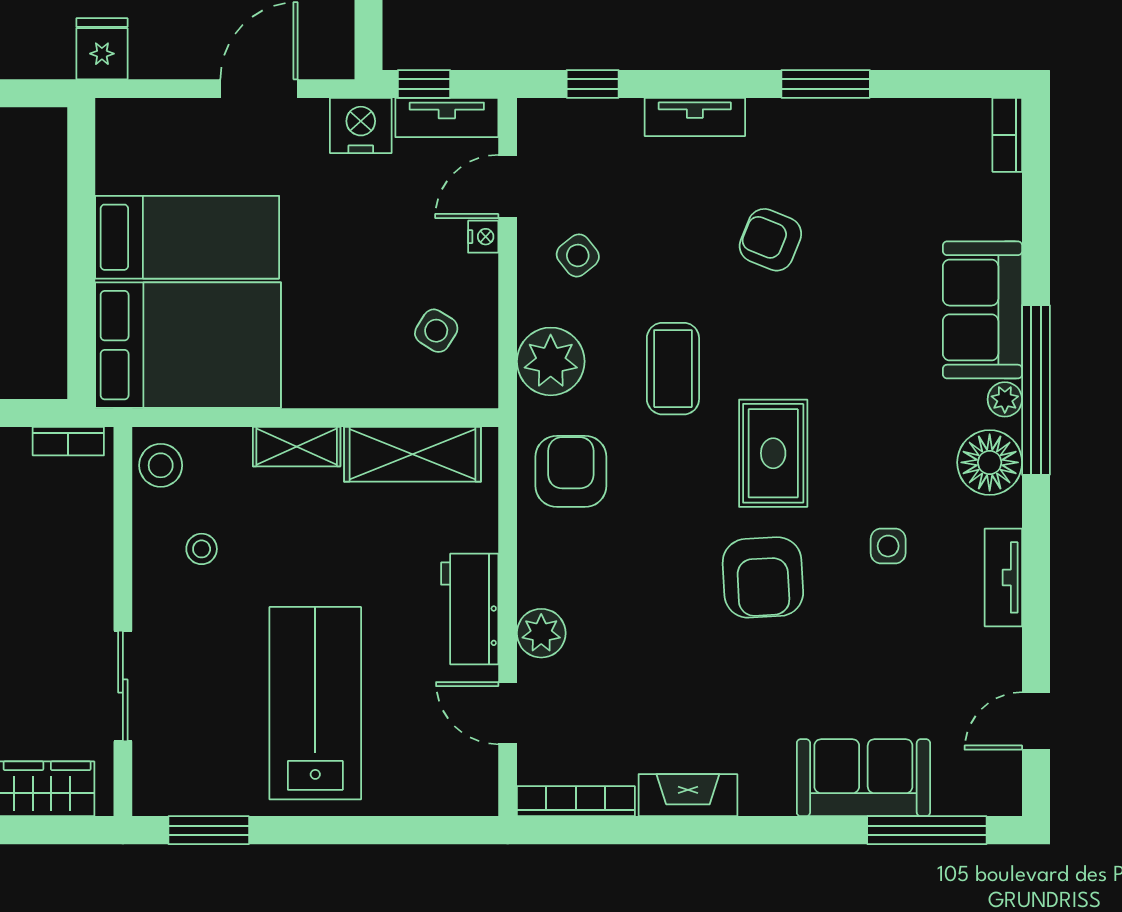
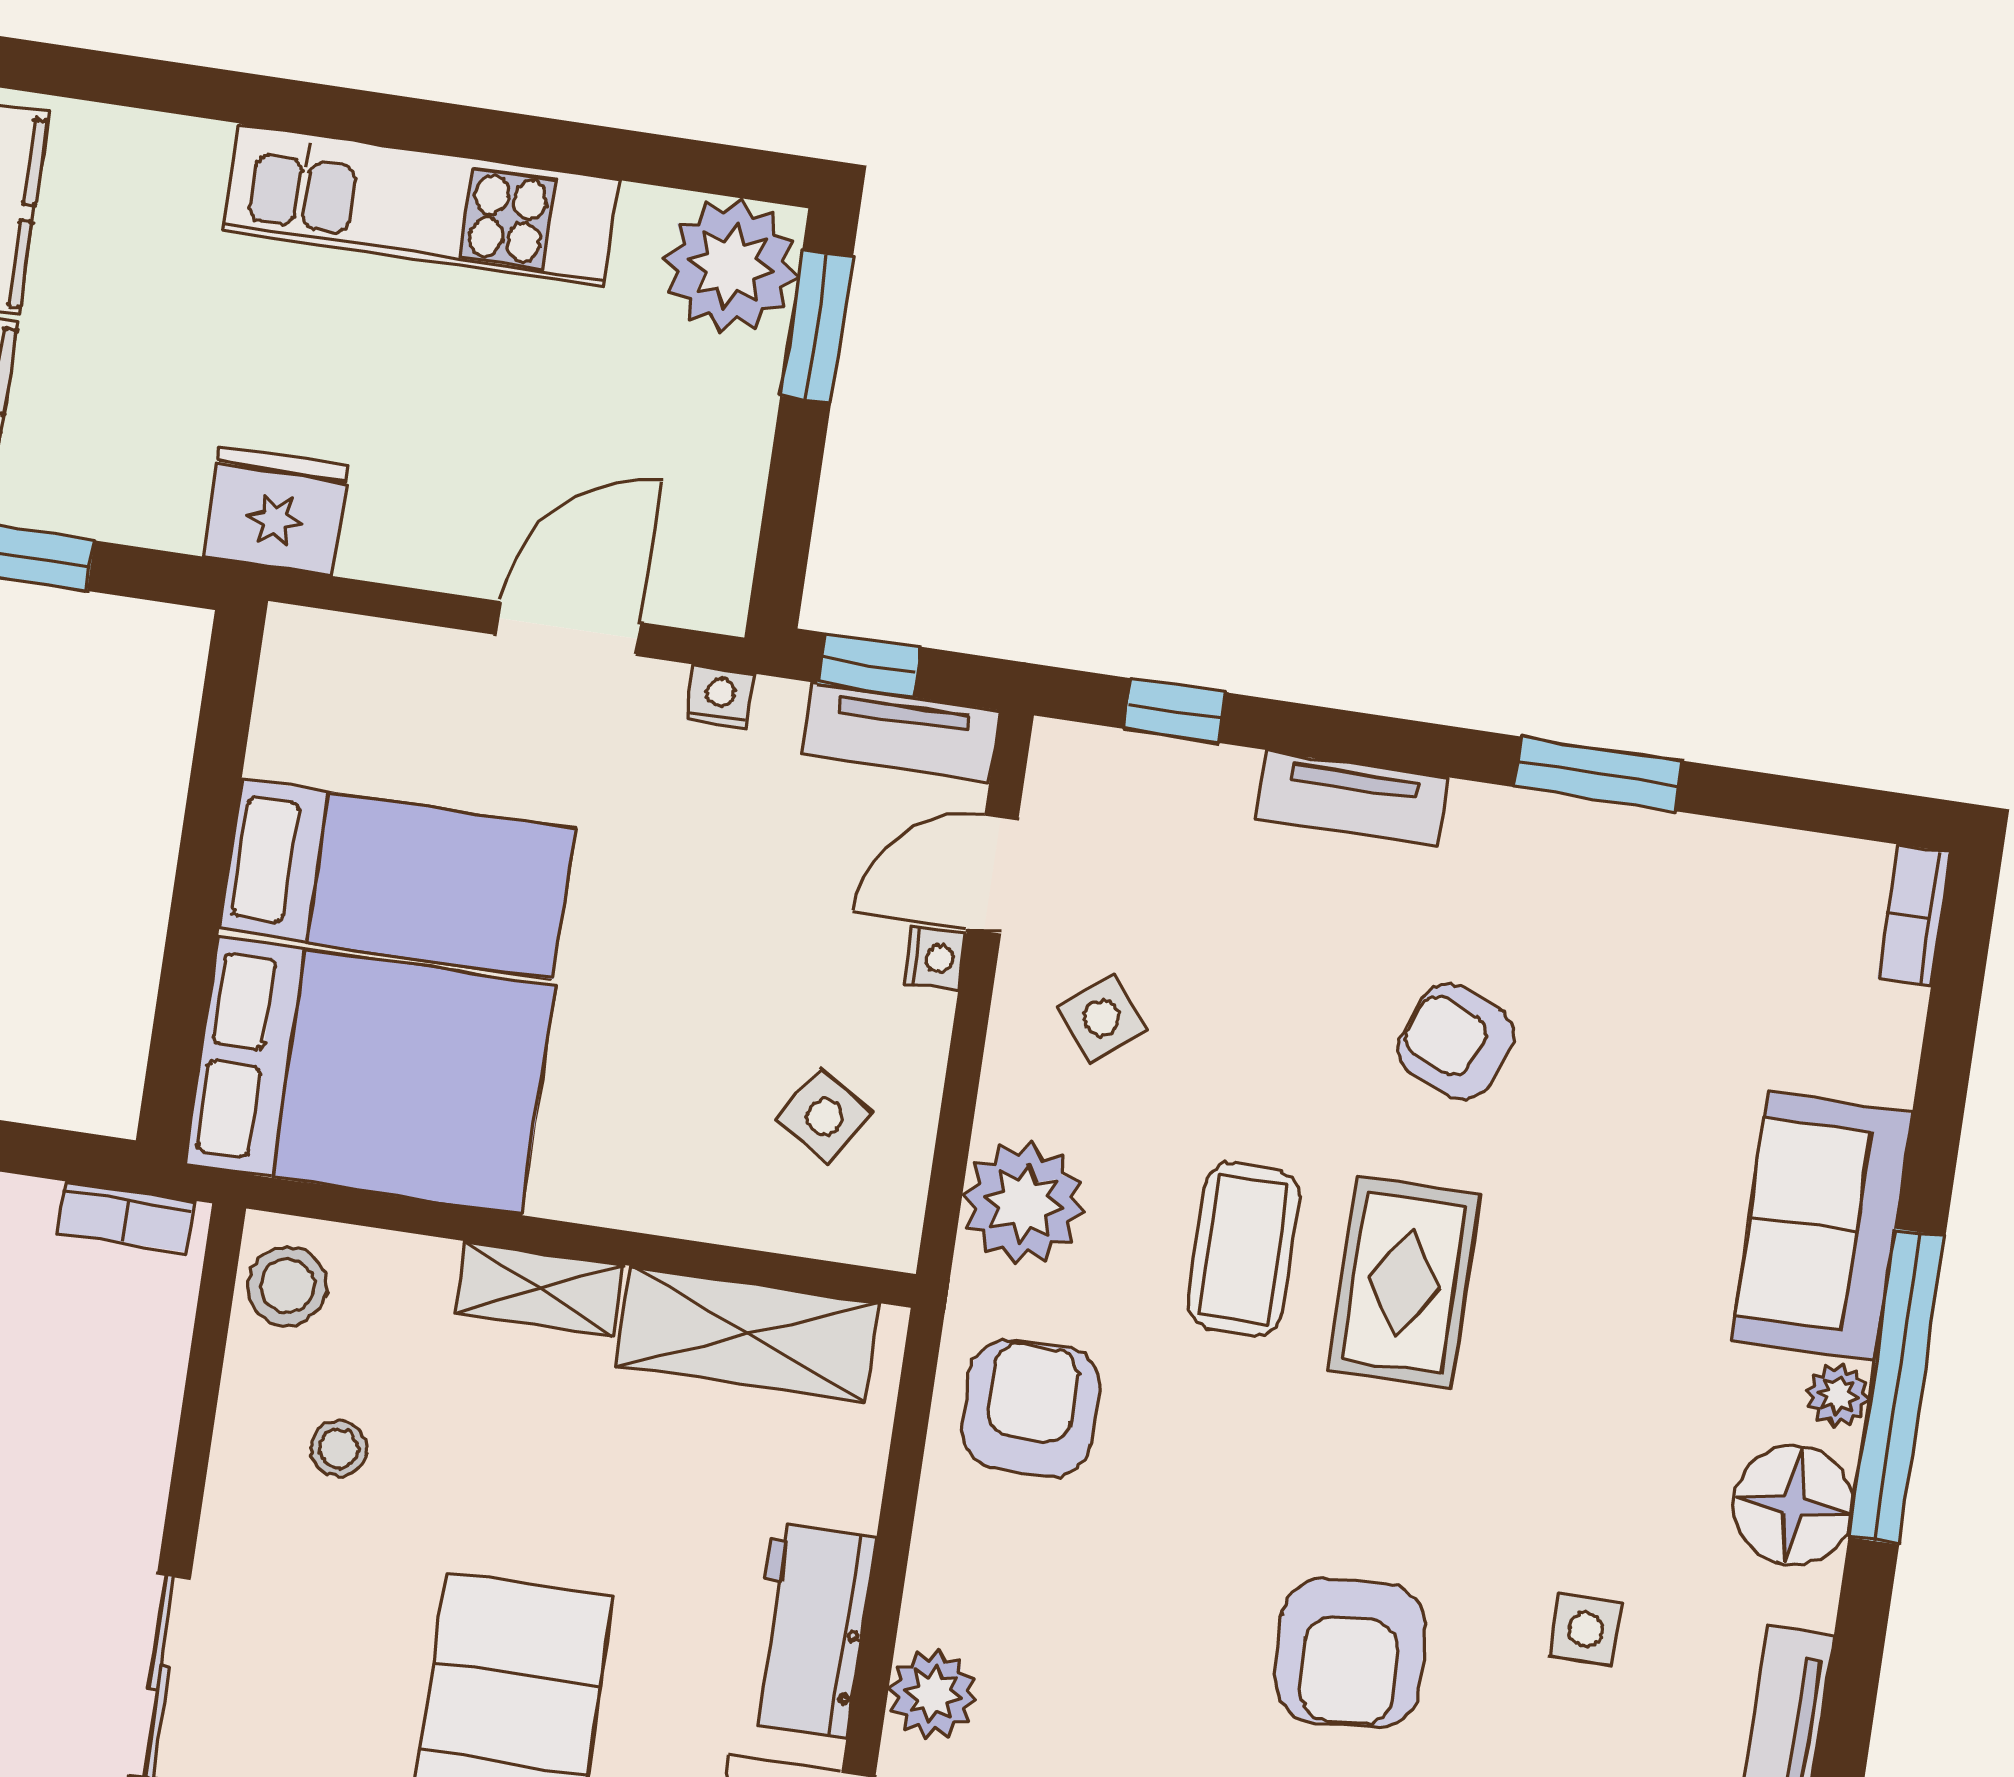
fridge: (102, 49) -> (276, 511), width x1.38
nightstand: (361, 125) -> (720, 697), width x0.53, depth x0.56
rug: (773, 453) -> (1404, 1283), moved

